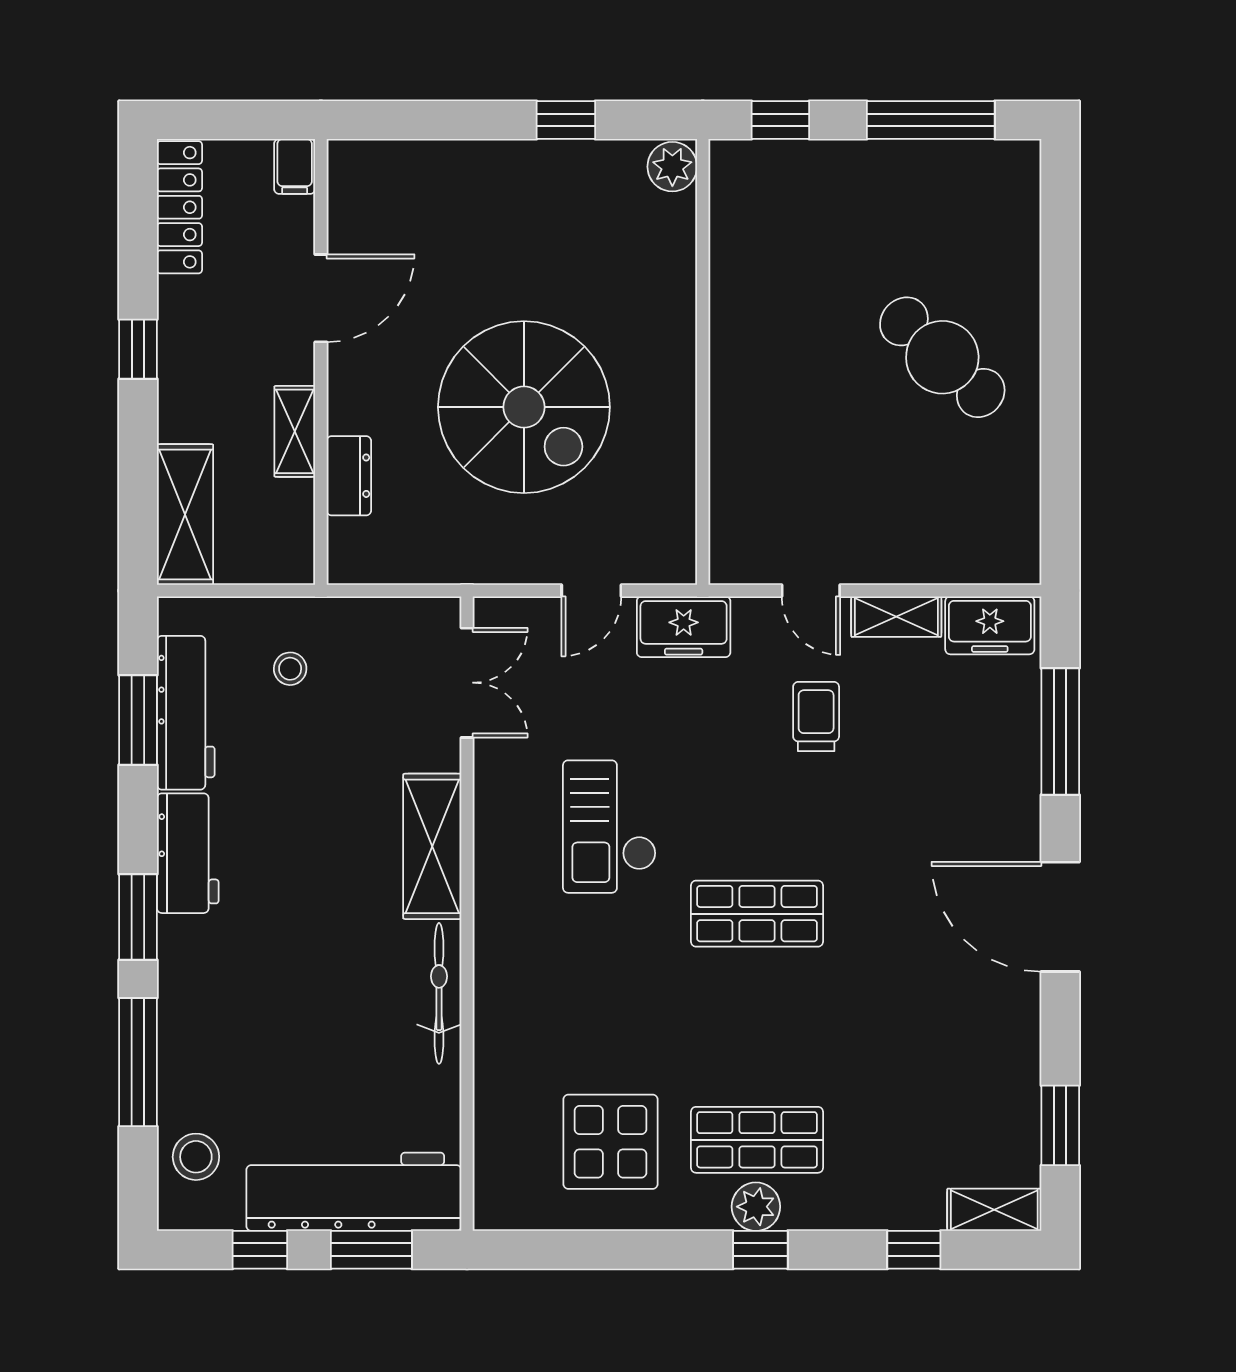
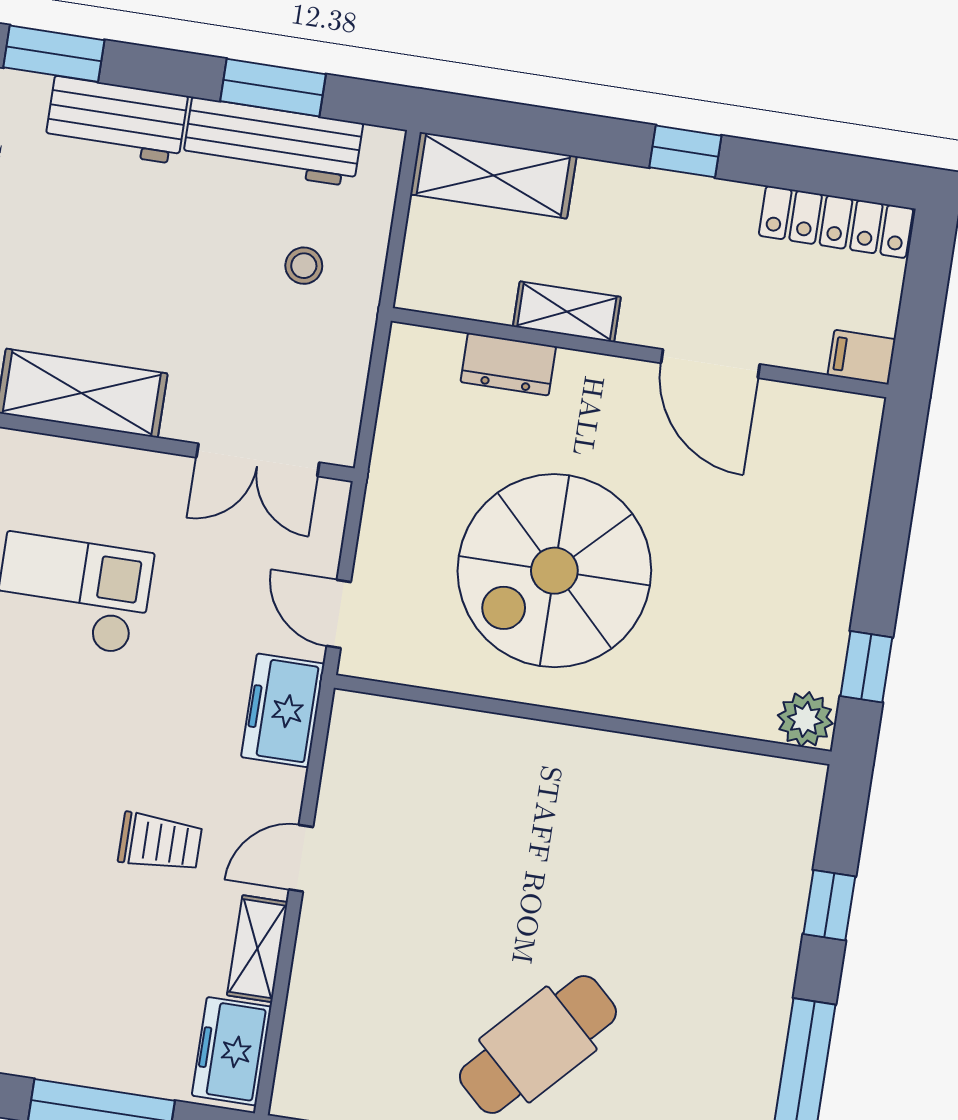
plant: (672, 167) -> (805, 719), moved
wall: (703, 362) -> (583, 720), moved

